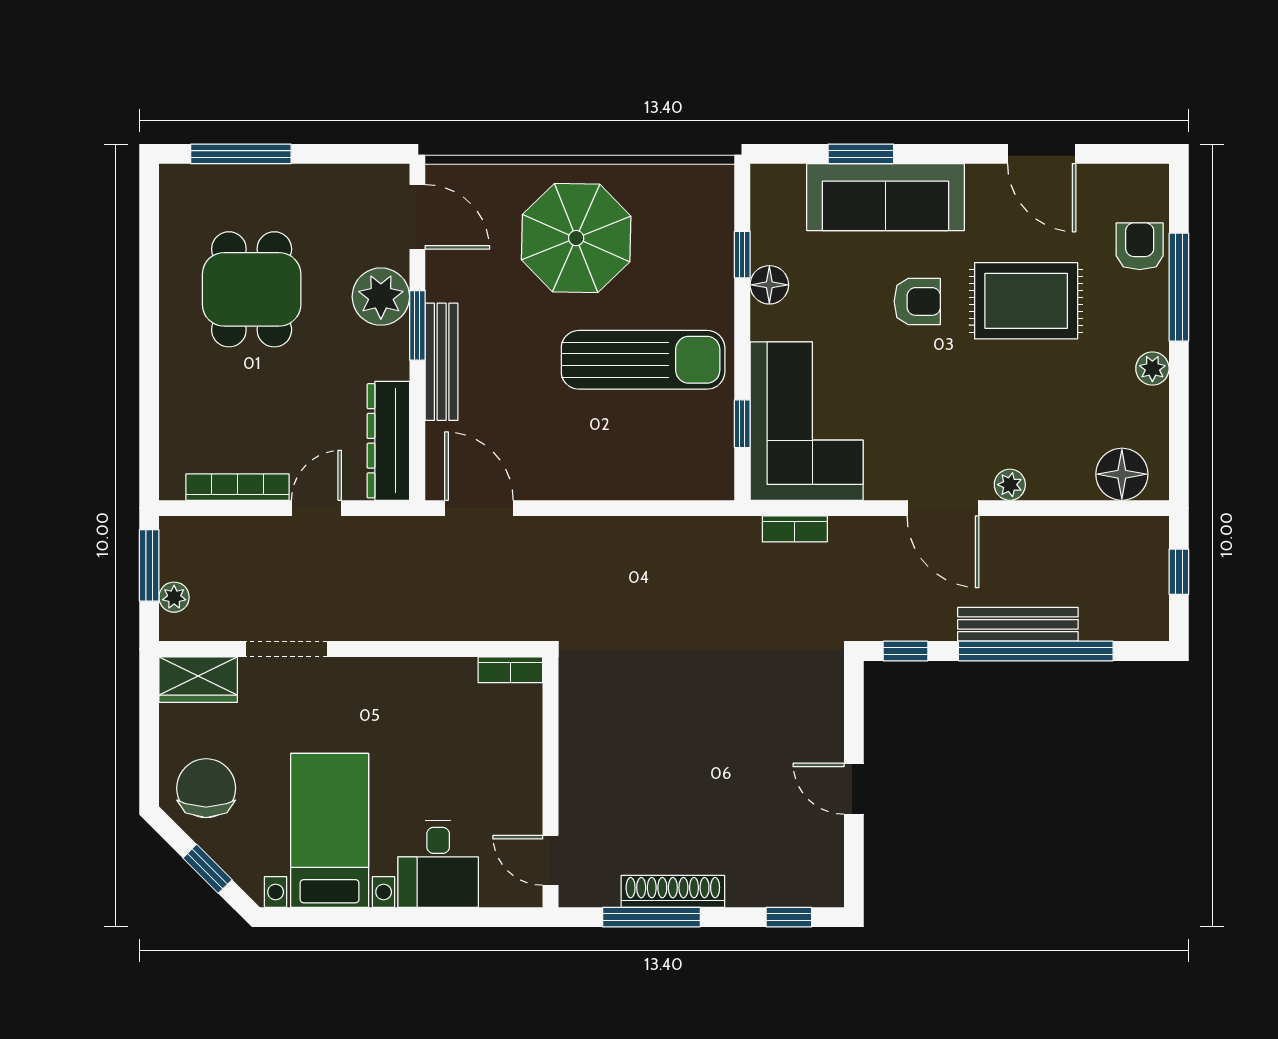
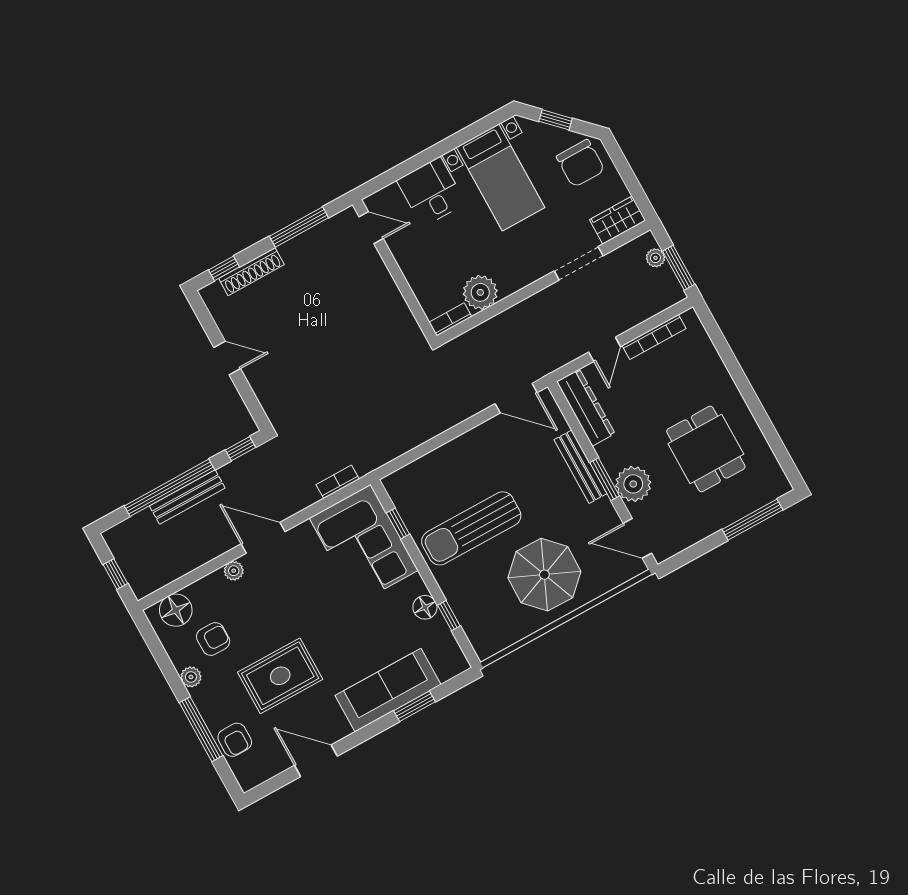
armchair: (917, 301) -> (213, 639), moved, turned 180
plant: (447, 685) -> (480, 292), added
shoe rack: (673, 891) -> (251, 272), moved

